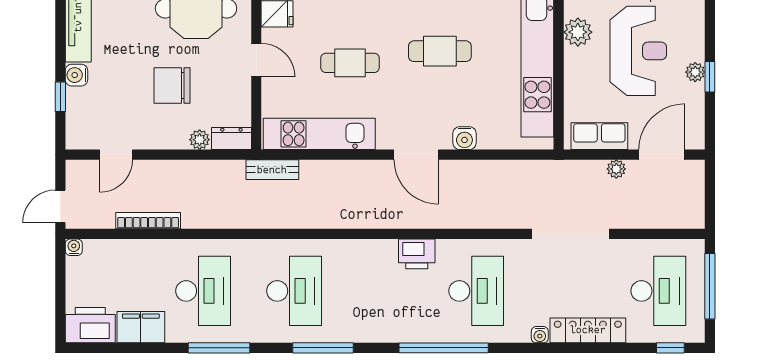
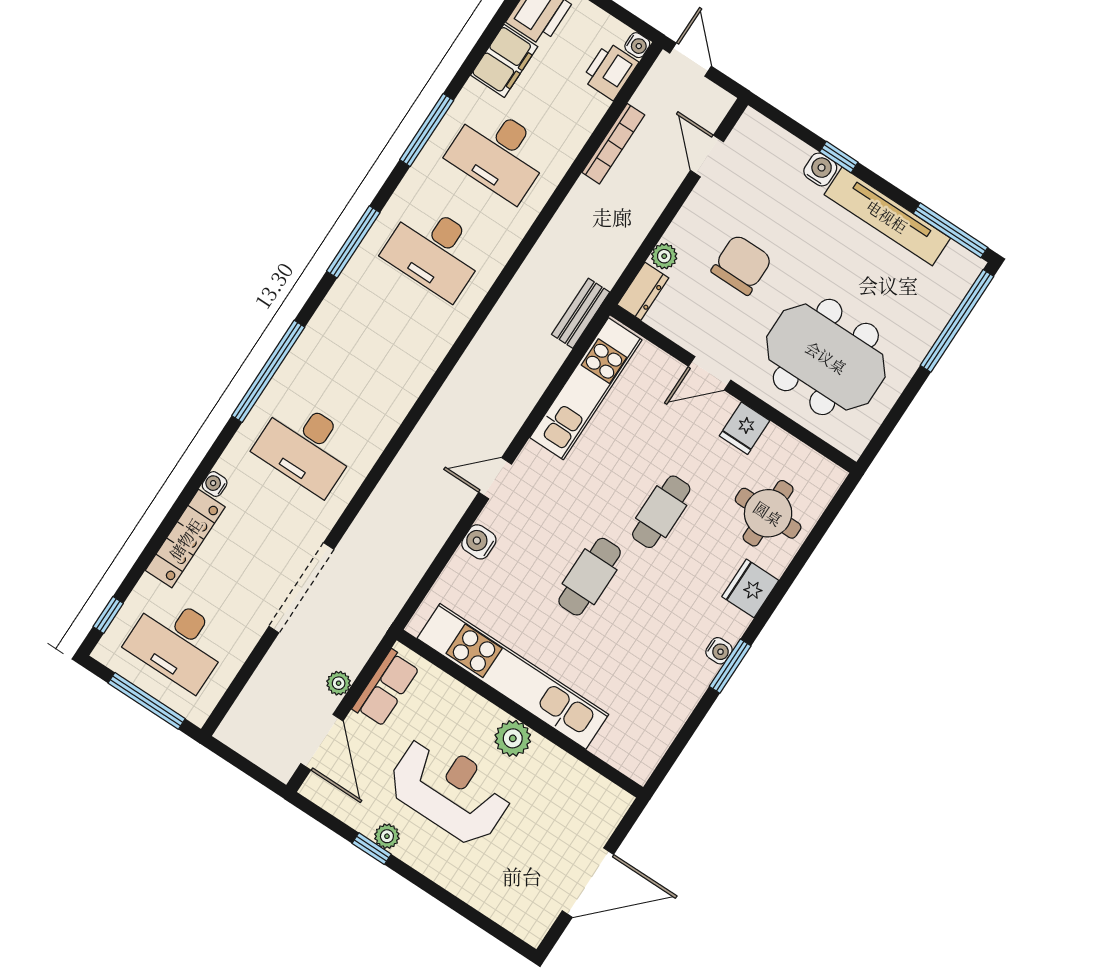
reception desk: (638, 51) -> (450, 790), turned 180
cafe table: (350, 63) -> (661, 512), moved
window: (60, 97) -> (839, 157), moved
door: (416, 155) -> (495, 478), width x0.73
printer: (417, 254) -> (610, 71), moved

